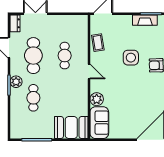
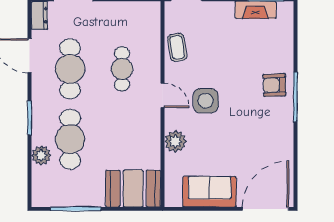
side table: (131, 58) -> (206, 101), moved
plant: (16, 82) -> (41, 155), moved
cafe table: (33, 98) -> (70, 139), width x1.37, depth x1.35
sofa: (99, 123) -> (210, 192), moved, turned -90

